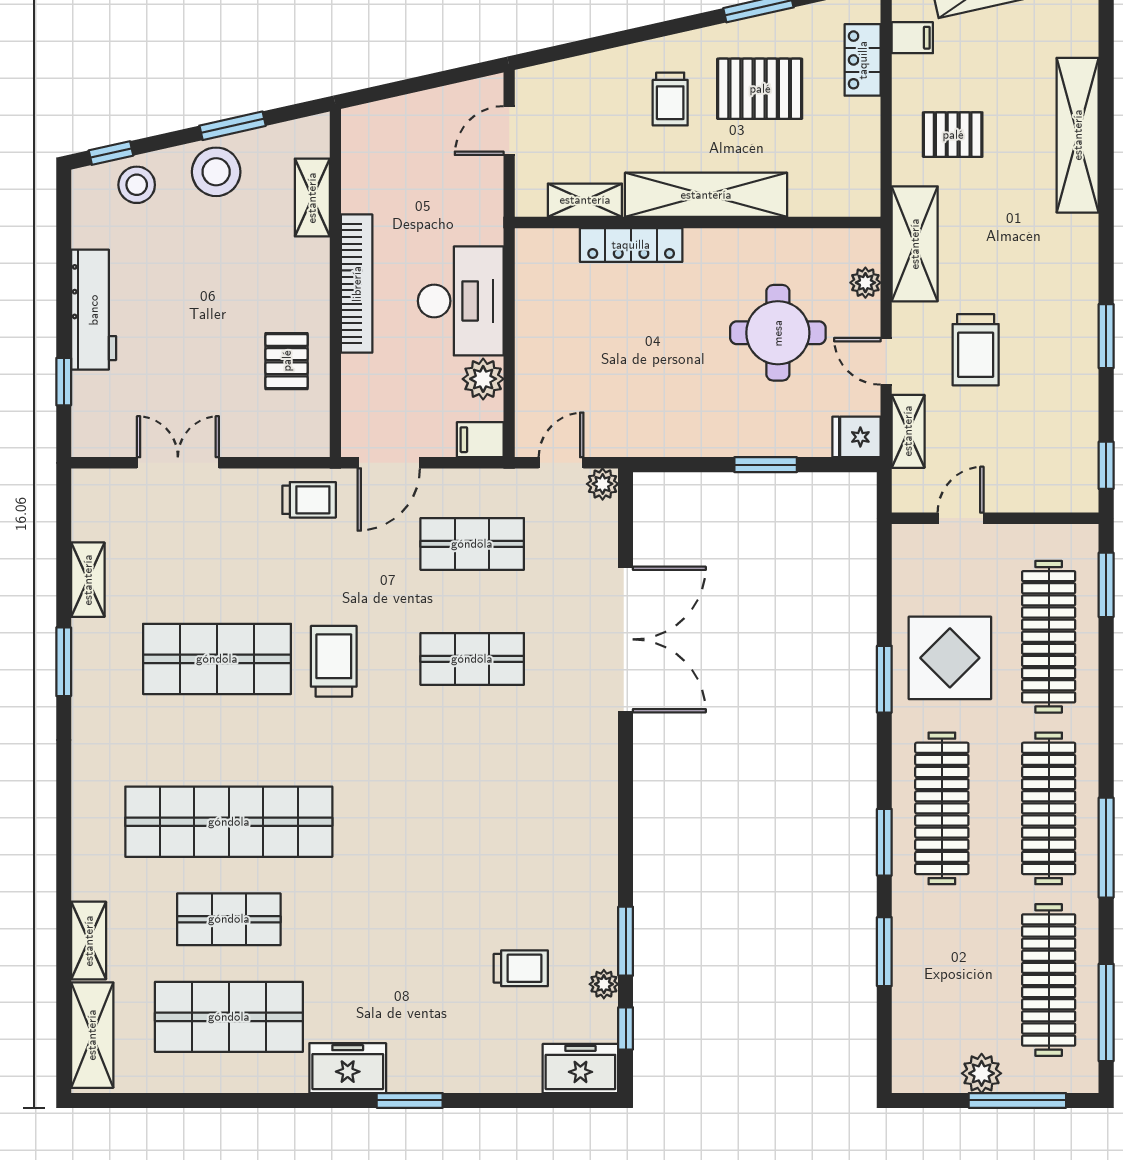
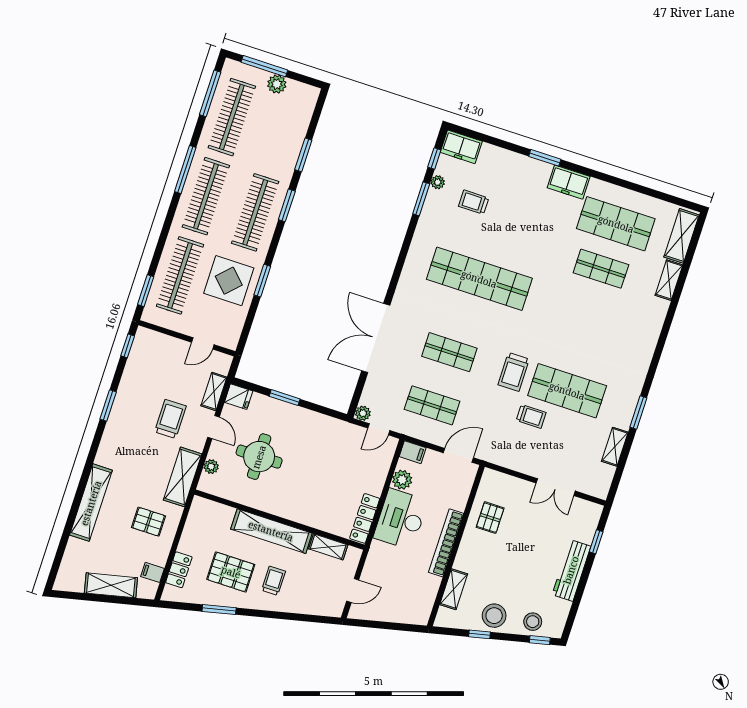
window: (233, 126) -> (480, 634), width x0.67
locker: (631, 245) -> (365, 518), moved, turned -90
trolley: (309, 500) -> (531, 416), moved, turned 180
shop shelf: (229, 822) -> (479, 279), moved

